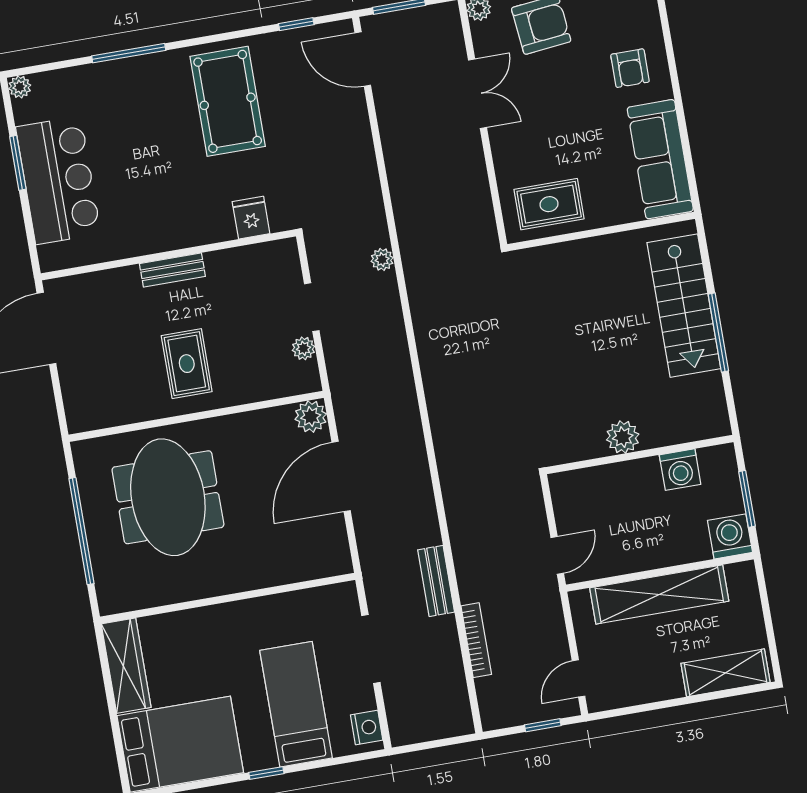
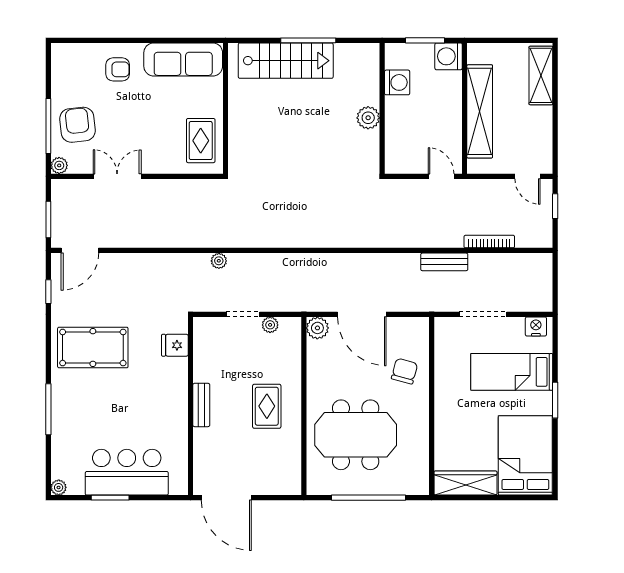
rug: (187, 364) -> (267, 406), turned 90
chair: (271, 551) -> (405, 371), added
window: (266, 773) -> (555, 400), width x1.50

